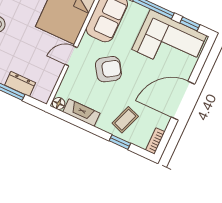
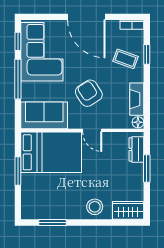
dresser: (20, 84) -> (136, 149), moved

